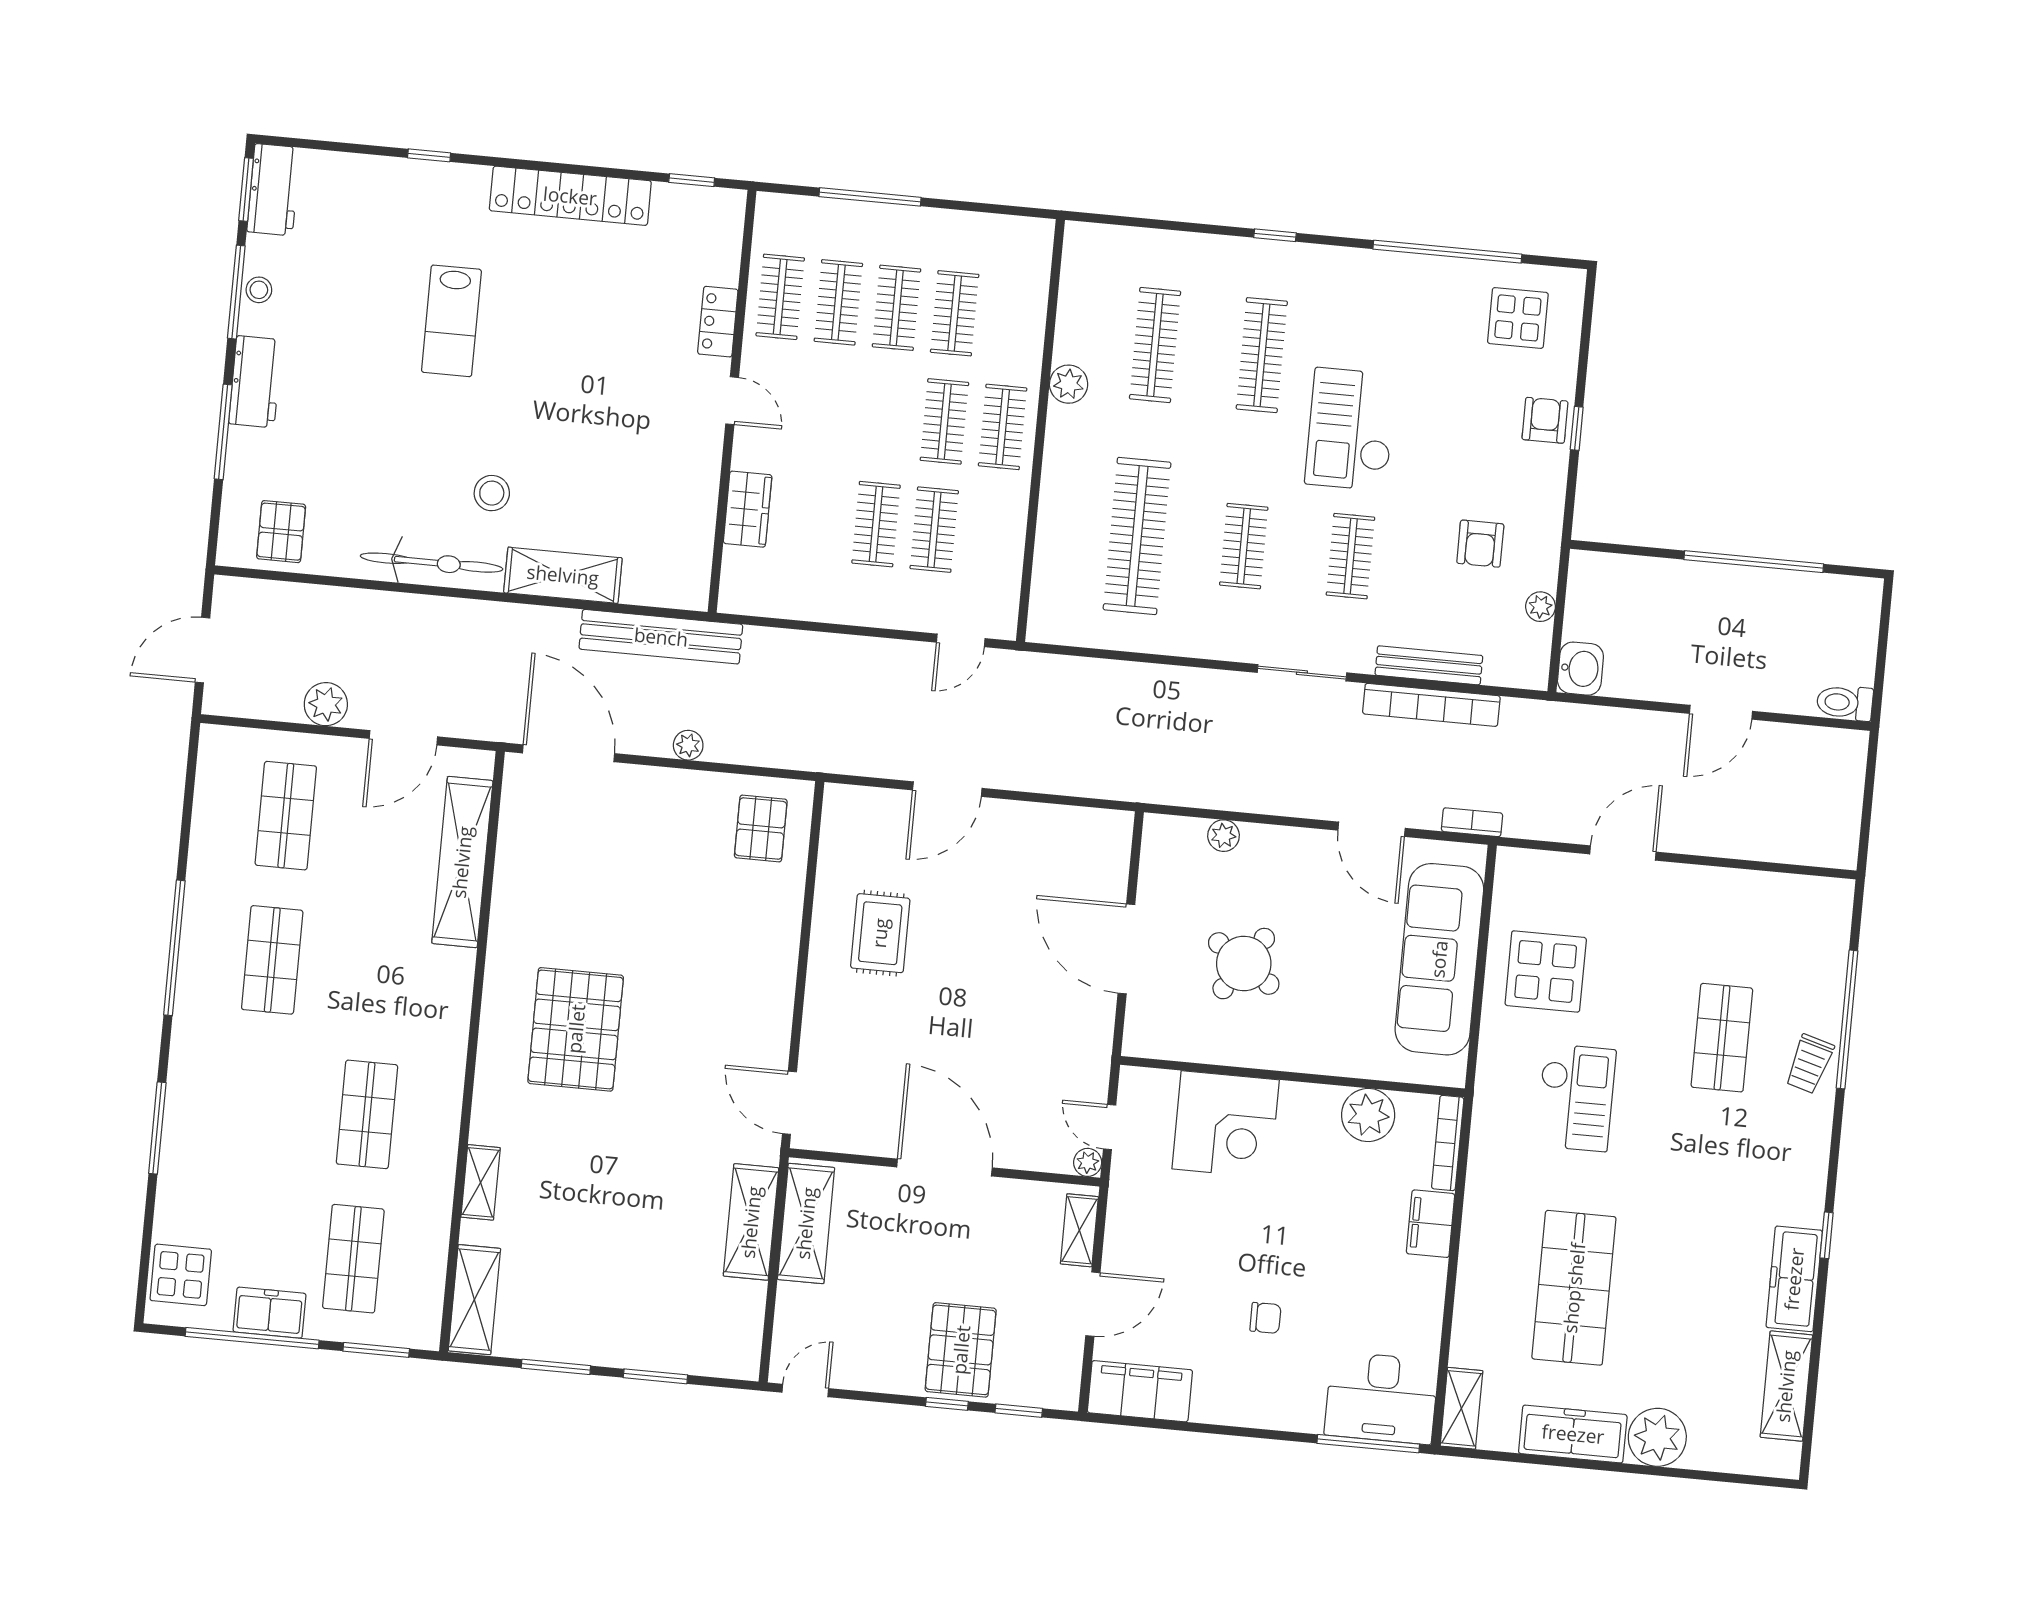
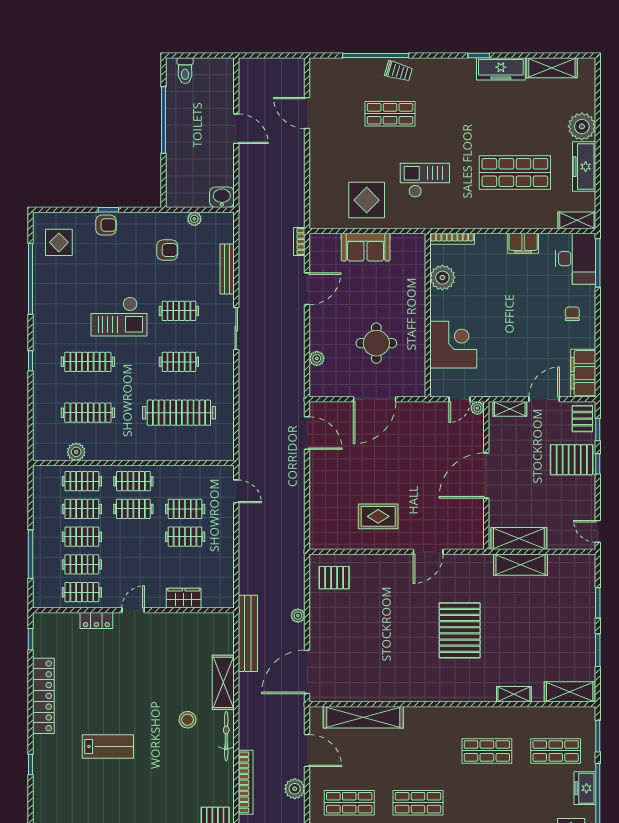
clothes rail: (1013, 319) -> (82, 481), added
plant: (1069, 384) -> (76, 452), moved
armchair: (1545, 420) -> (106, 225), turned 180
bicycle: (432, 563) -> (226, 736), width x0.73, depth x0.71
toilet: (1845, 703) -> (185, 71), moved
bookcase: (1431, 705) -> (246, 782), moved
door: (947, 789) -> (307, 433), moved
door: (1623, 853) -> (307, 113), moved
sofa: (1439, 959) -> (366, 247), width x0.54, depth x0.79
round table: (1244, 964) -> (376, 343), turned -34
pallet: (576, 1029) -> (460, 630), moved, turned 90
door: (789, 1103) -> (428, 552), moved
filing cabinet: (1431, 1224) -> (523, 243), moved
door: (1093, 1304) -> (544, 399), hinge flipped
chair: (1265, 1318) -> (572, 314), moved
pallet: (1045, 1380) -> (582, 419), added

